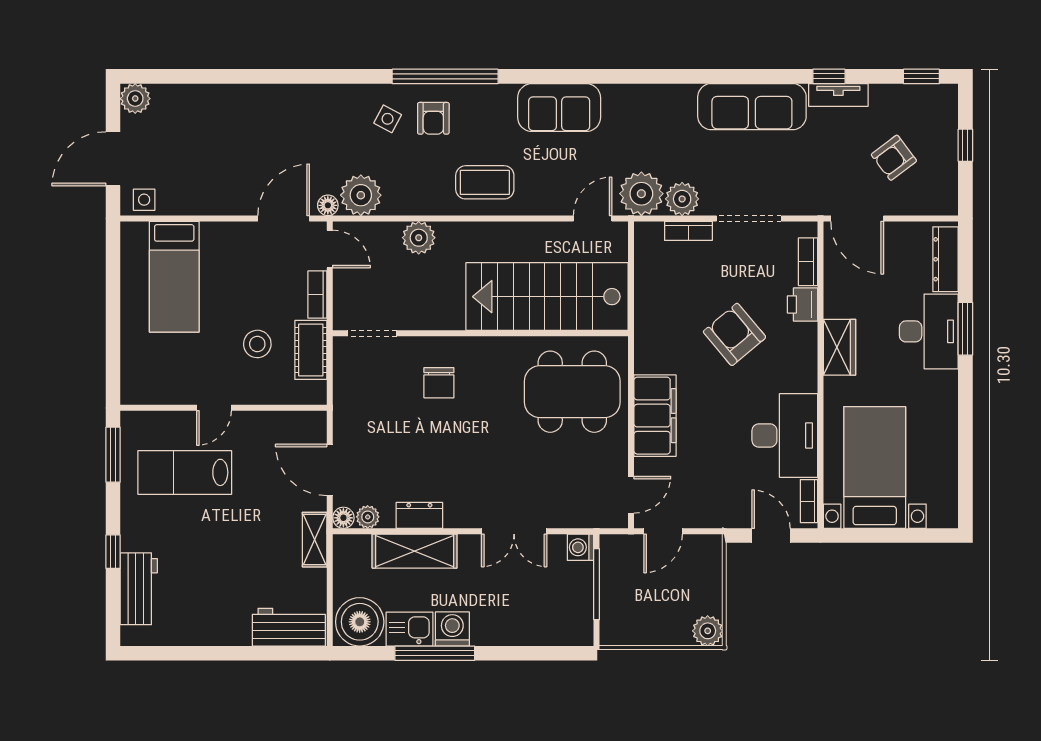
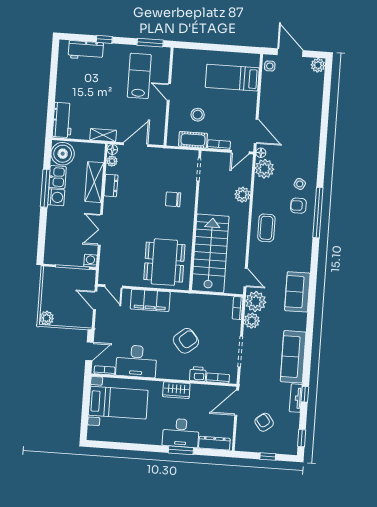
sofa: (559, 108) -> (297, 292), moved
bookcase: (688, 231) -> (238, 308), moved

